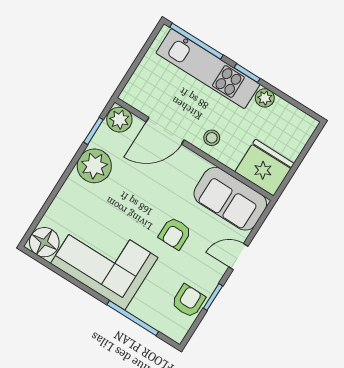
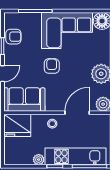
armchair: (175, 233) -> (52, 66), moved
armchair: (188, 301) -> (13, 37), turned -90

